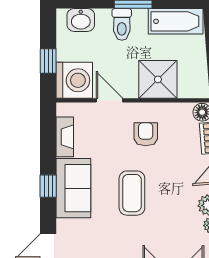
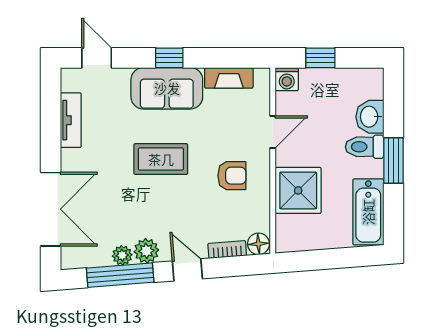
washbasin: (81, 20) -> (370, 117), moved
washing machine: (74, 80) -> (287, 79), width x0.53, depth x0.53

